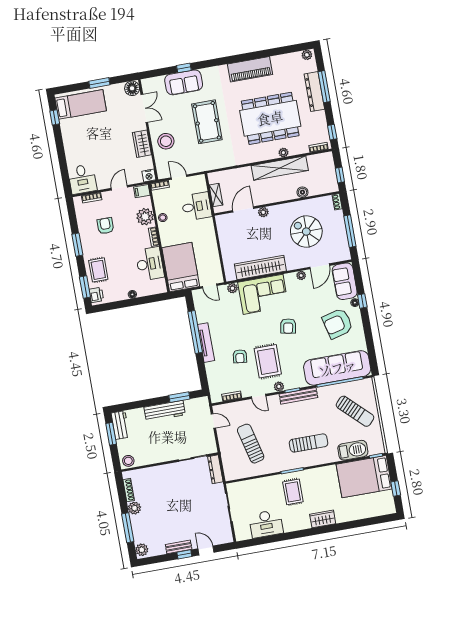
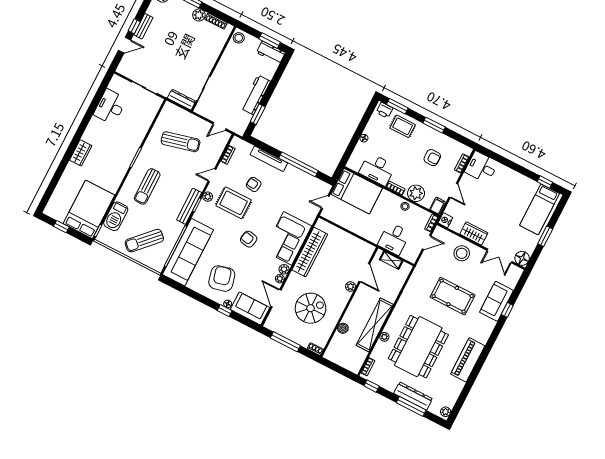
window: (340, 175) -> (334, 367), removed
plant: (232, 288) -> (284, 269), moved
tv unit: (206, 343) -> (269, 159), moved
rug: (293, 492) -> (119, 146), removed

